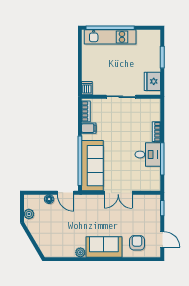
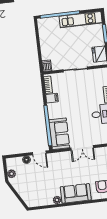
kitchen unit: (110, 37) -> (81, 20), moved
sofa: (92, 166) -> (59, 134), width x0.73

